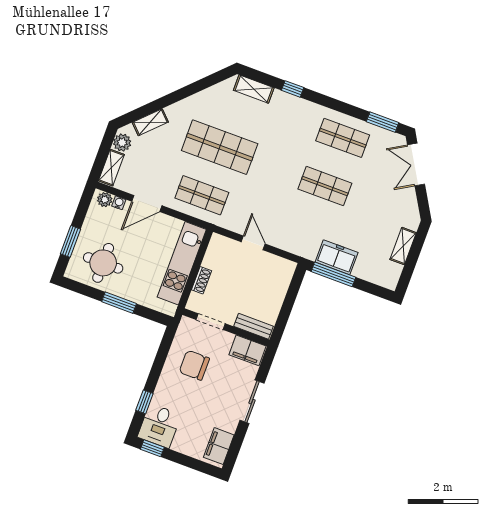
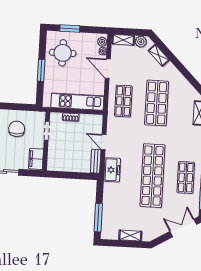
shop shelf: (325, 186) -> (152, 176), width x2.00, depth x1.36
door: (253, 243) -> (104, 142), swing flipped
freezer: (337, 257) -> (112, 170), moved
window: (333, 274) -> (98, 218), moved
bench: (254, 326) -> (96, 161), moved

